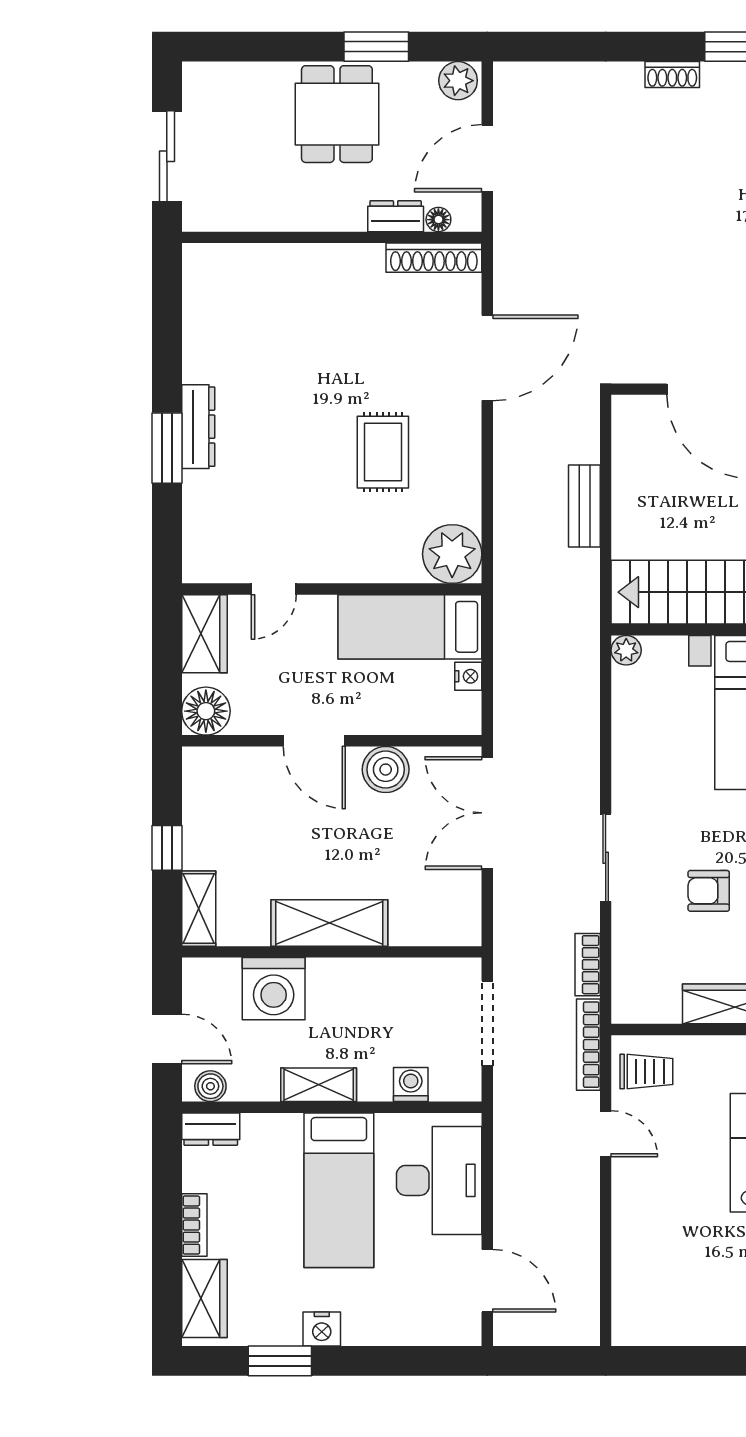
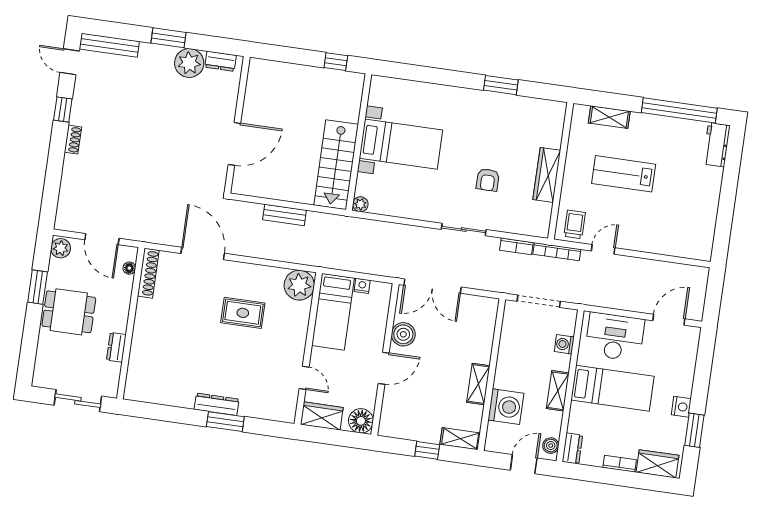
dresser: (396, 216) -> (116, 347), moved
shelving: (329, 923) -> (478, 384), width x0.67, depth x0.75

